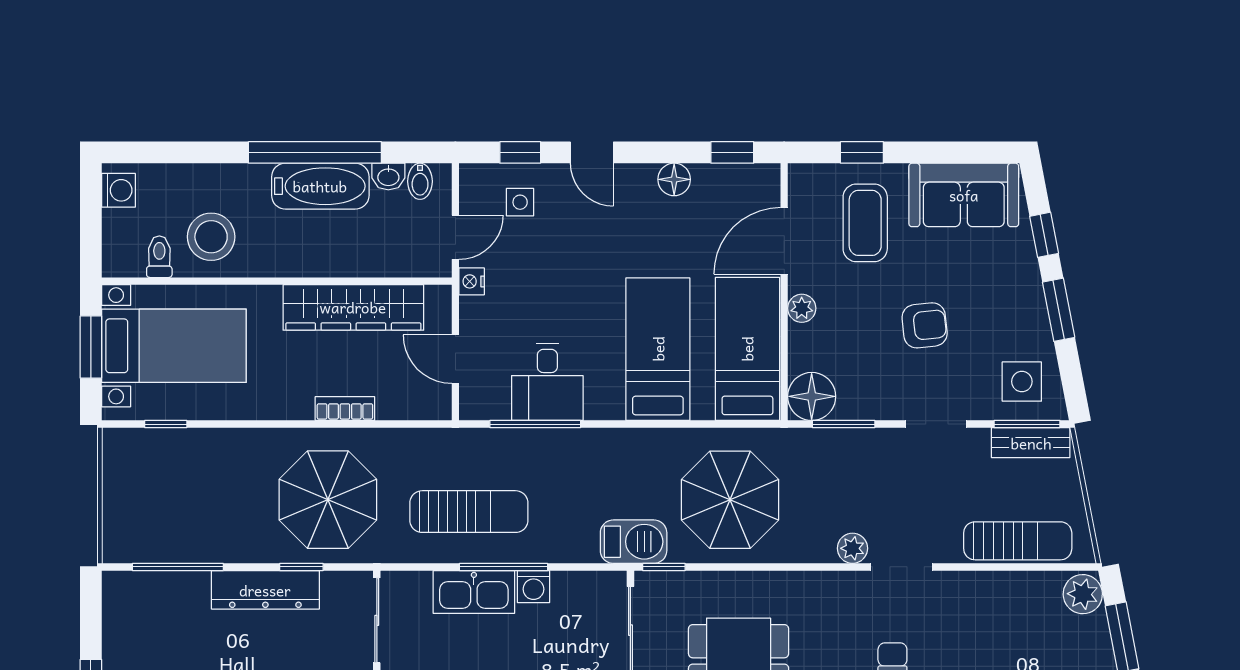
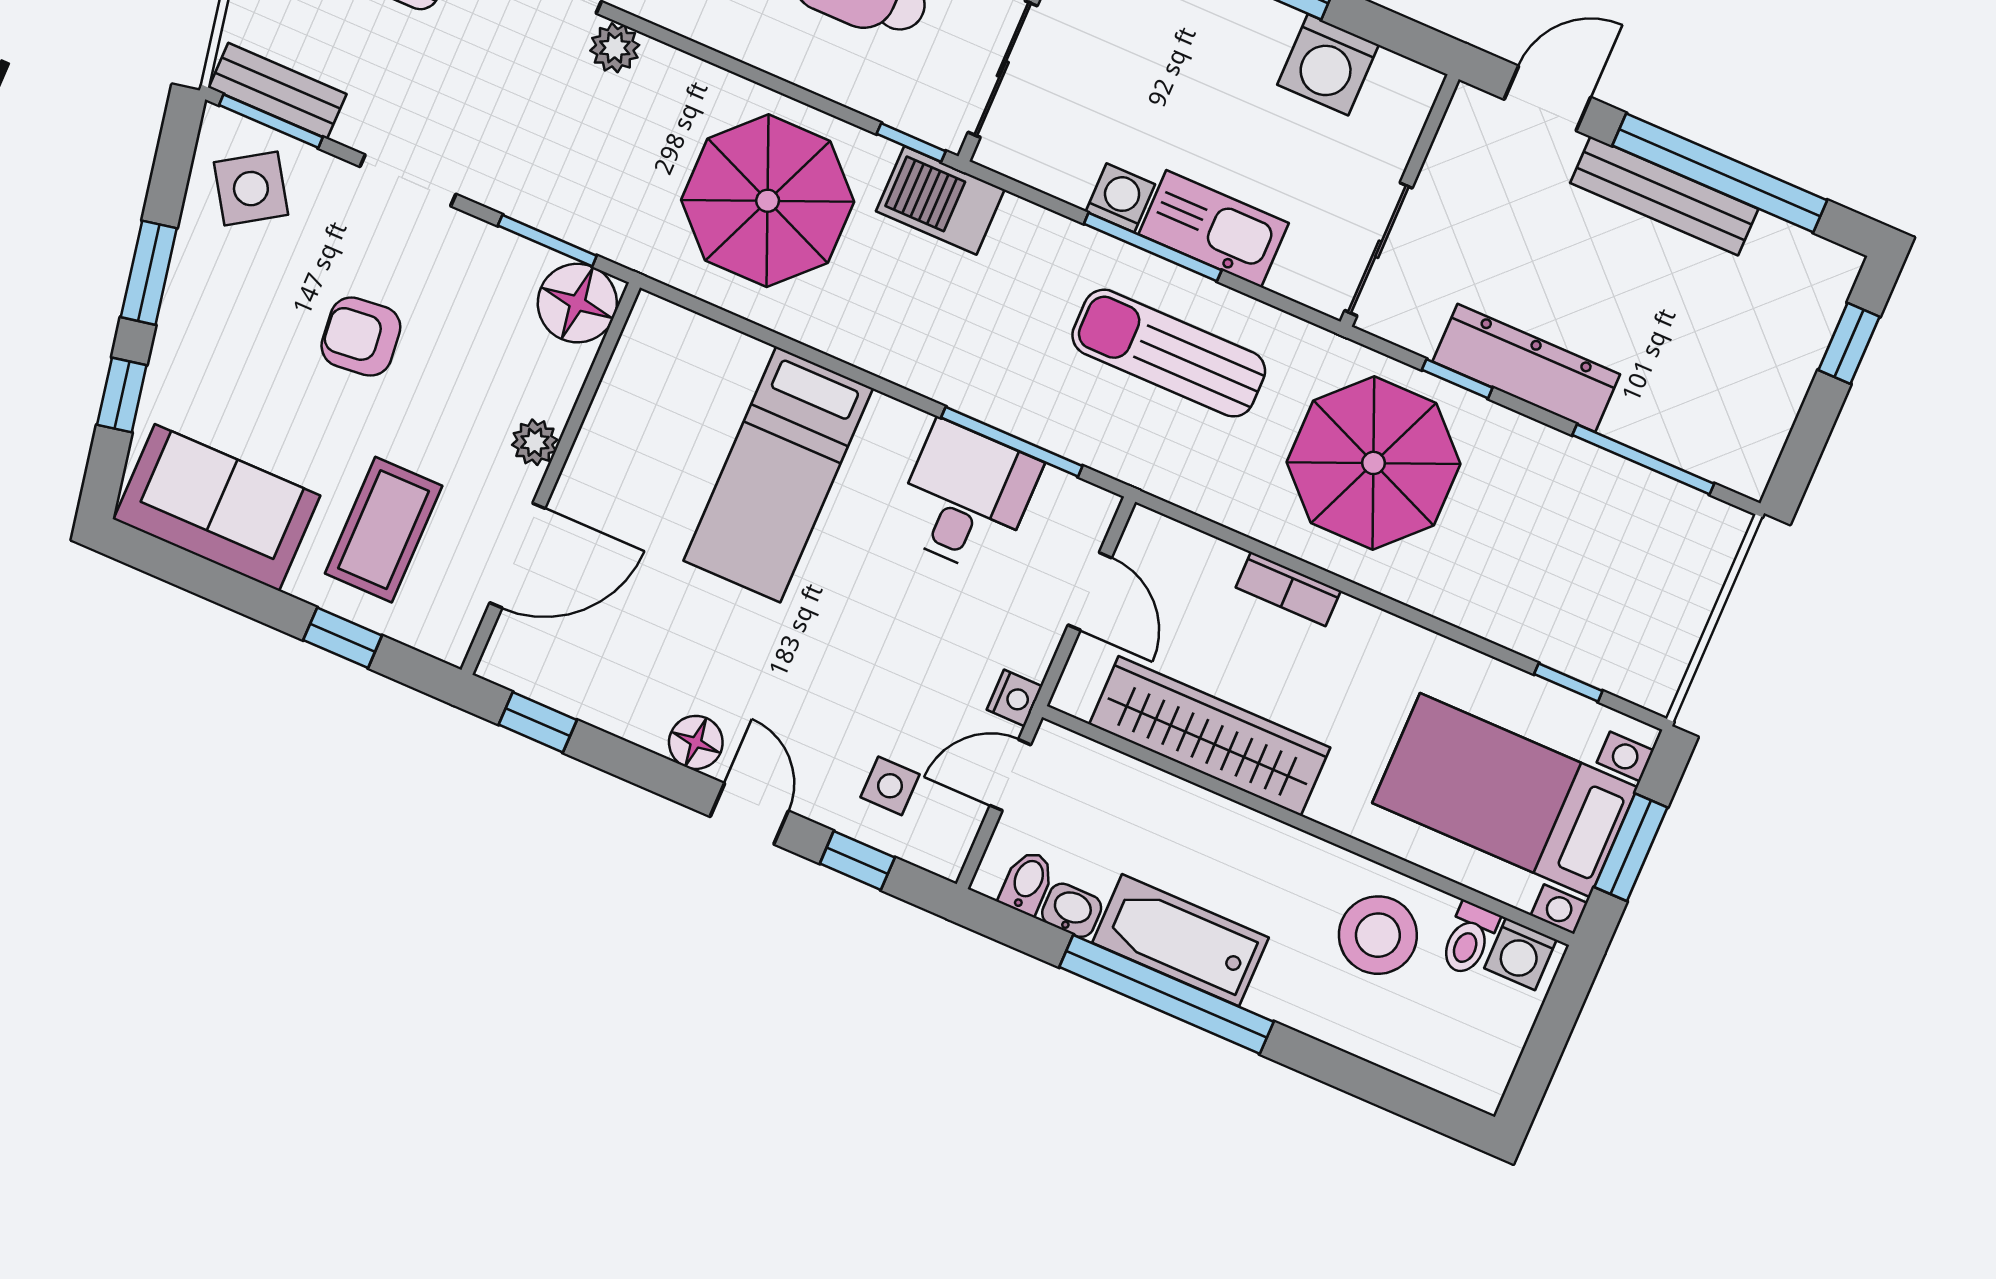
floor lamp: (674, 179) -> (696, 742), moved
washing machine: (118, 190) -> (1520, 954), moved, turned -90
bed: (747, 349) -> (643, 416), removed
side table: (1022, 382) -> (251, 189), turned -33

